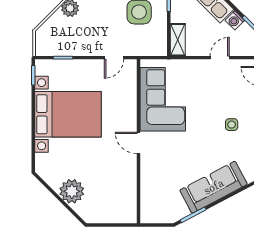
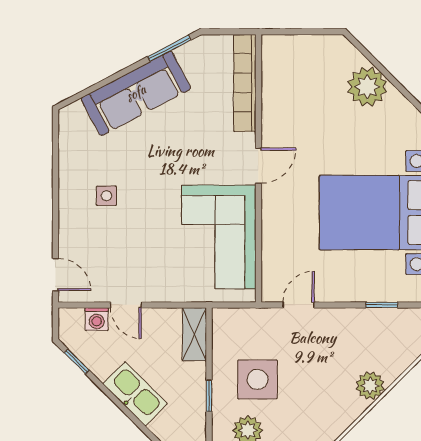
washing machine: (235, 20) -> (97, 319), moved, turned 135
door: (220, 58) -> (126, 305), hinge flipped
door: (138, 143) -> (258, 166), hinge flipped
bookcase: (147, 194) -> (245, 83), added

